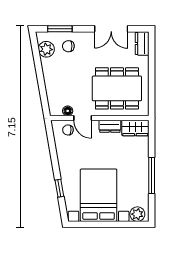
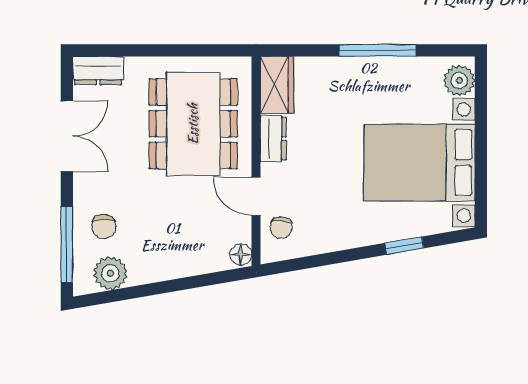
window: (60, 29) -> (67, 245), width x1.44
floor lamp: (68, 111) -> (241, 255), moved
door: (83, 118) -> (256, 196), swing flipped

